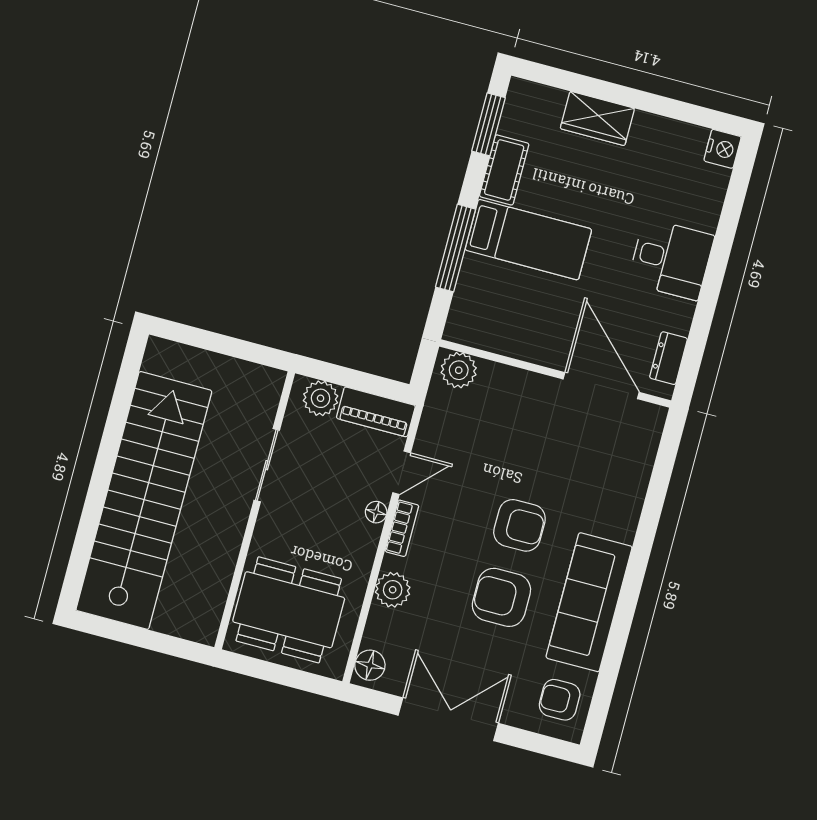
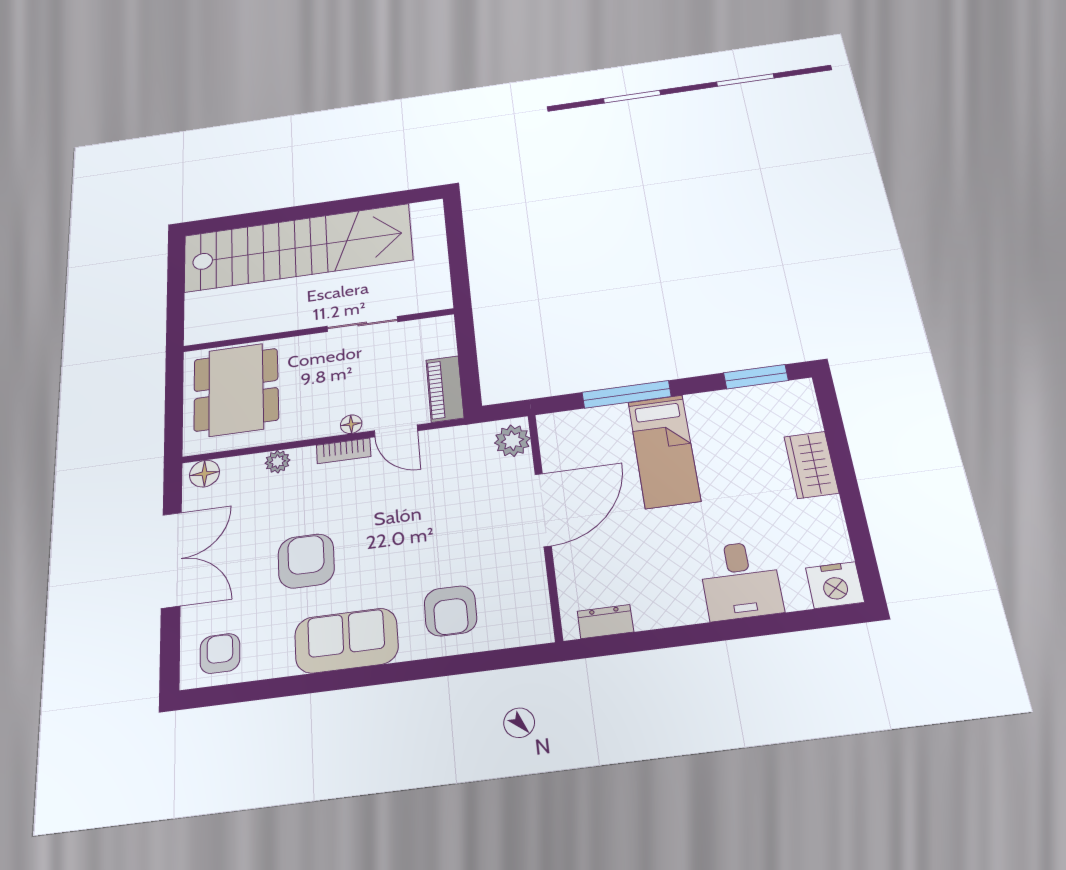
nightstand: (722, 149) -> (835, 585), width x1.36, depth x1.33
cot: (504, 170) -> (720, 406), removed
desk: (671, 259) -> (740, 580), moved
door: (601, 386) -> (543, 510), moved
plant: (321, 398) -> (440, 342), removed
armchair: (519, 525) -> (450, 611), moved
plant: (393, 590) -> (278, 462), width x0.73, depth x0.73
sofa: (589, 602) -> (346, 641), width x0.73

